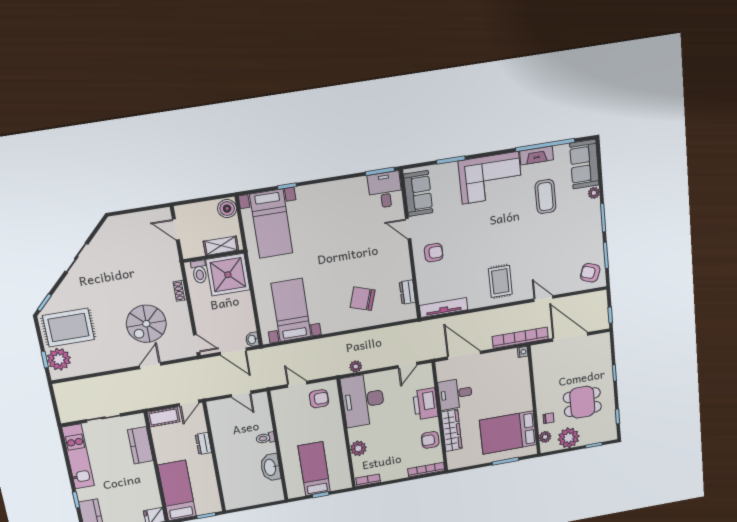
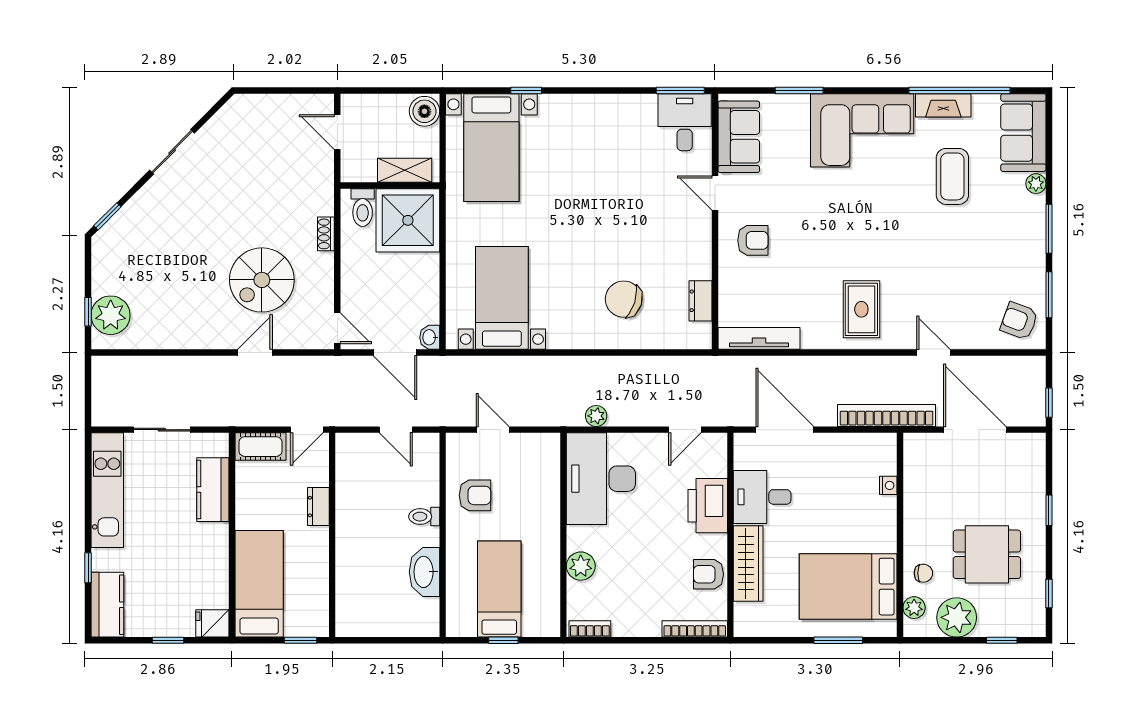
rug: (68, 328) -> (137, 265), removed
nightstand: (523, 352) -> (888, 485), moved
armchair: (319, 399) -> (475, 495), moved

